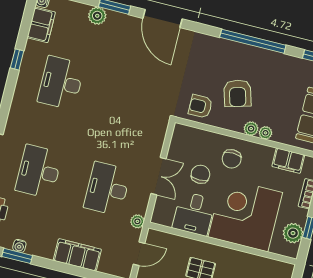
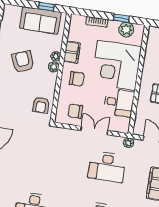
armchair: (238, 93) -> (23, 62), moved, turned -95
filing cabinet: (288, 161) -> (72, 52), moved
chair: (200, 174) -> (75, 111), moved

